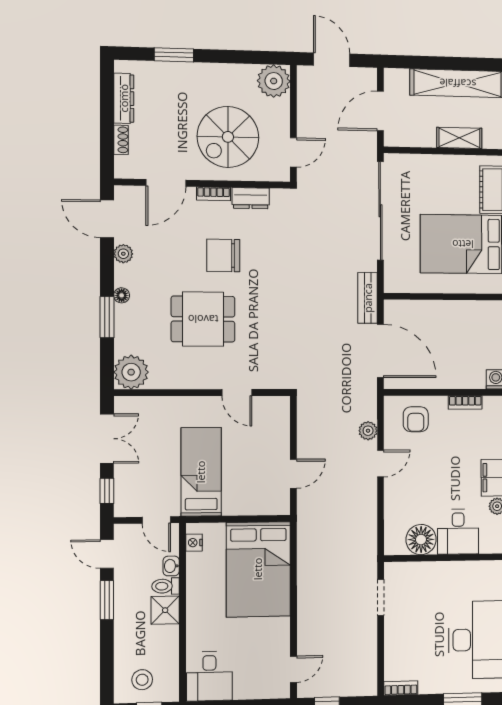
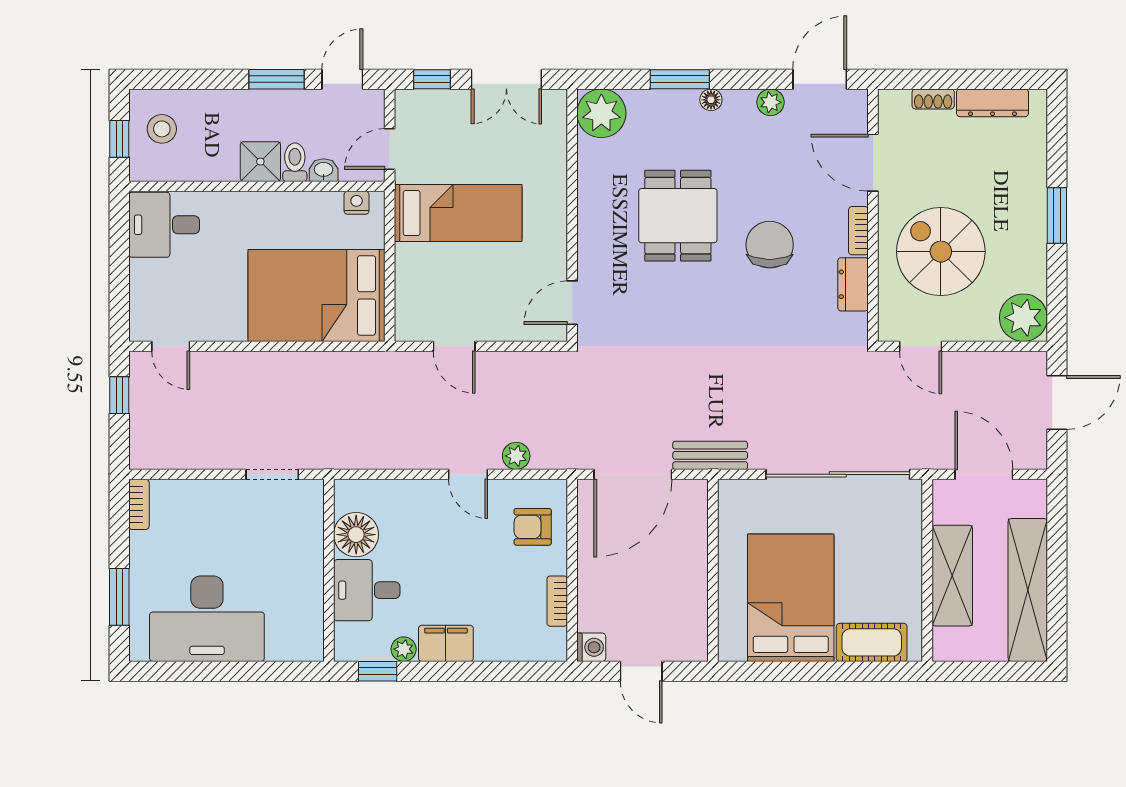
window: (174, 55) -> (1057, 215), moved
shelving: (459, 138) -> (952, 576), width x1.50, depth x1.33
door: (237, 393) -> (572, 303), moved

